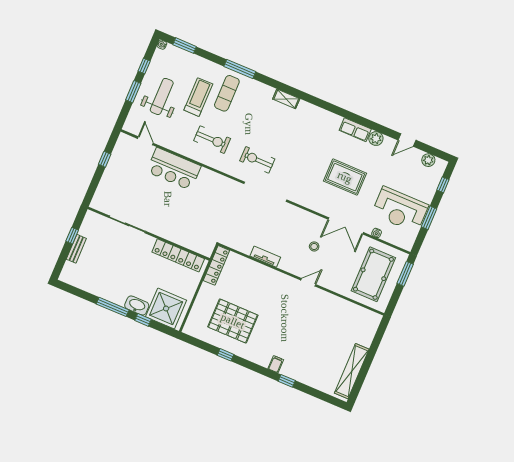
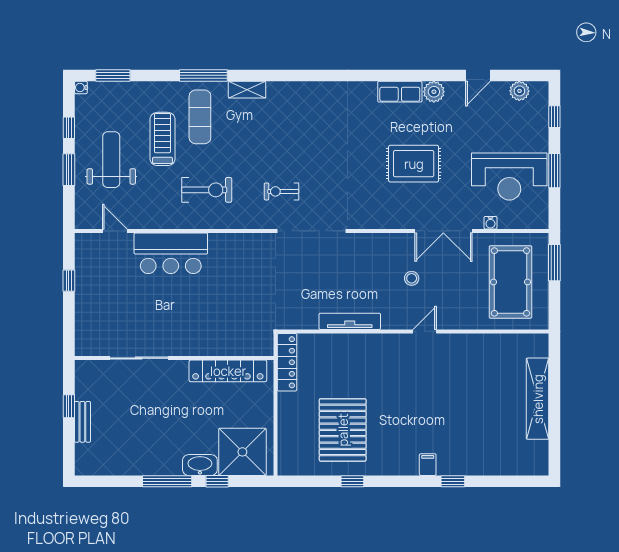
shelving: (286, 99) -> (247, 90), moved
exercise bike: (257, 160) -> (282, 191), width x0.73, depth x0.72
tv unit: (265, 257) -> (350, 321), width x1.41
pallet: (233, 321) -> (343, 430), turned 90
shelving: (352, 371) -> (538, 399), moved

